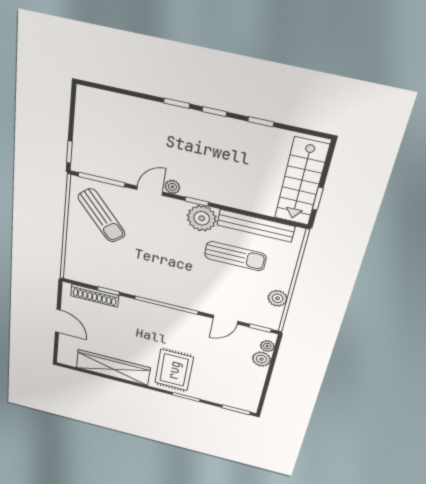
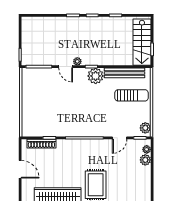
door: (150, 191) -> (66, 67), swing flipped
sun lounger: (102, 216) -> (41, 89), removed
sun lounger: (235, 256) -> (132, 95), moved
plant: (278, 298) -> (145, 128), moved

